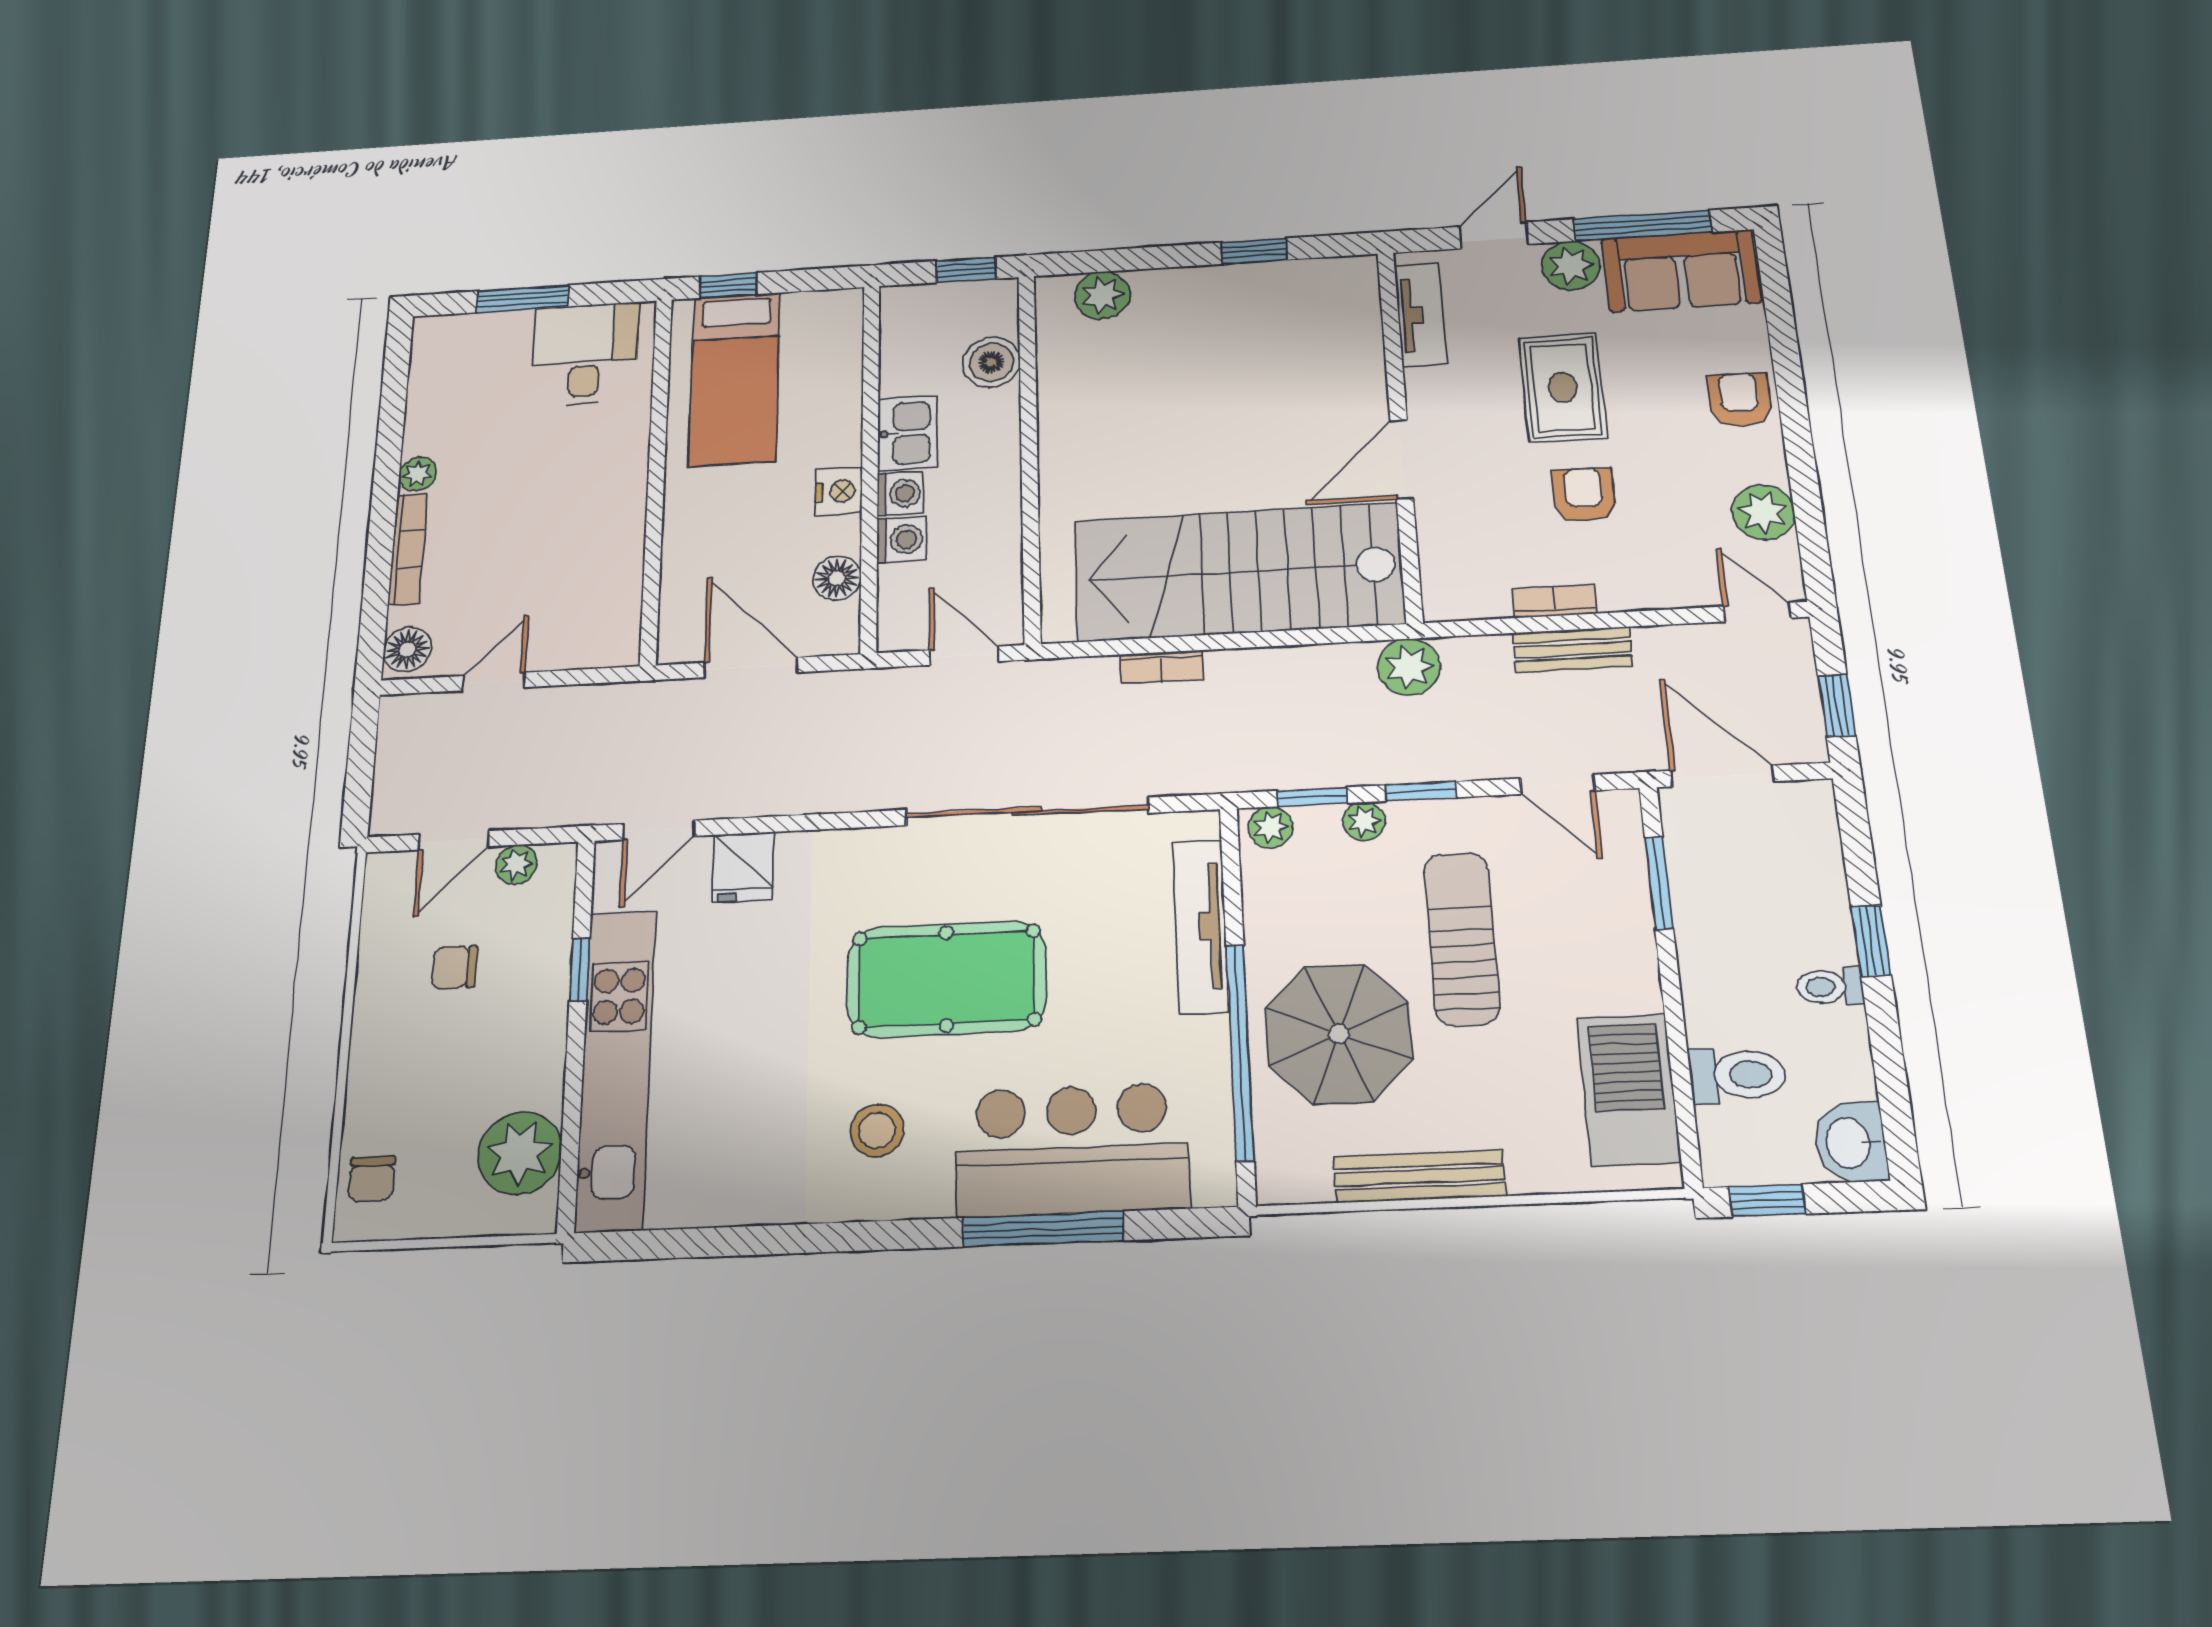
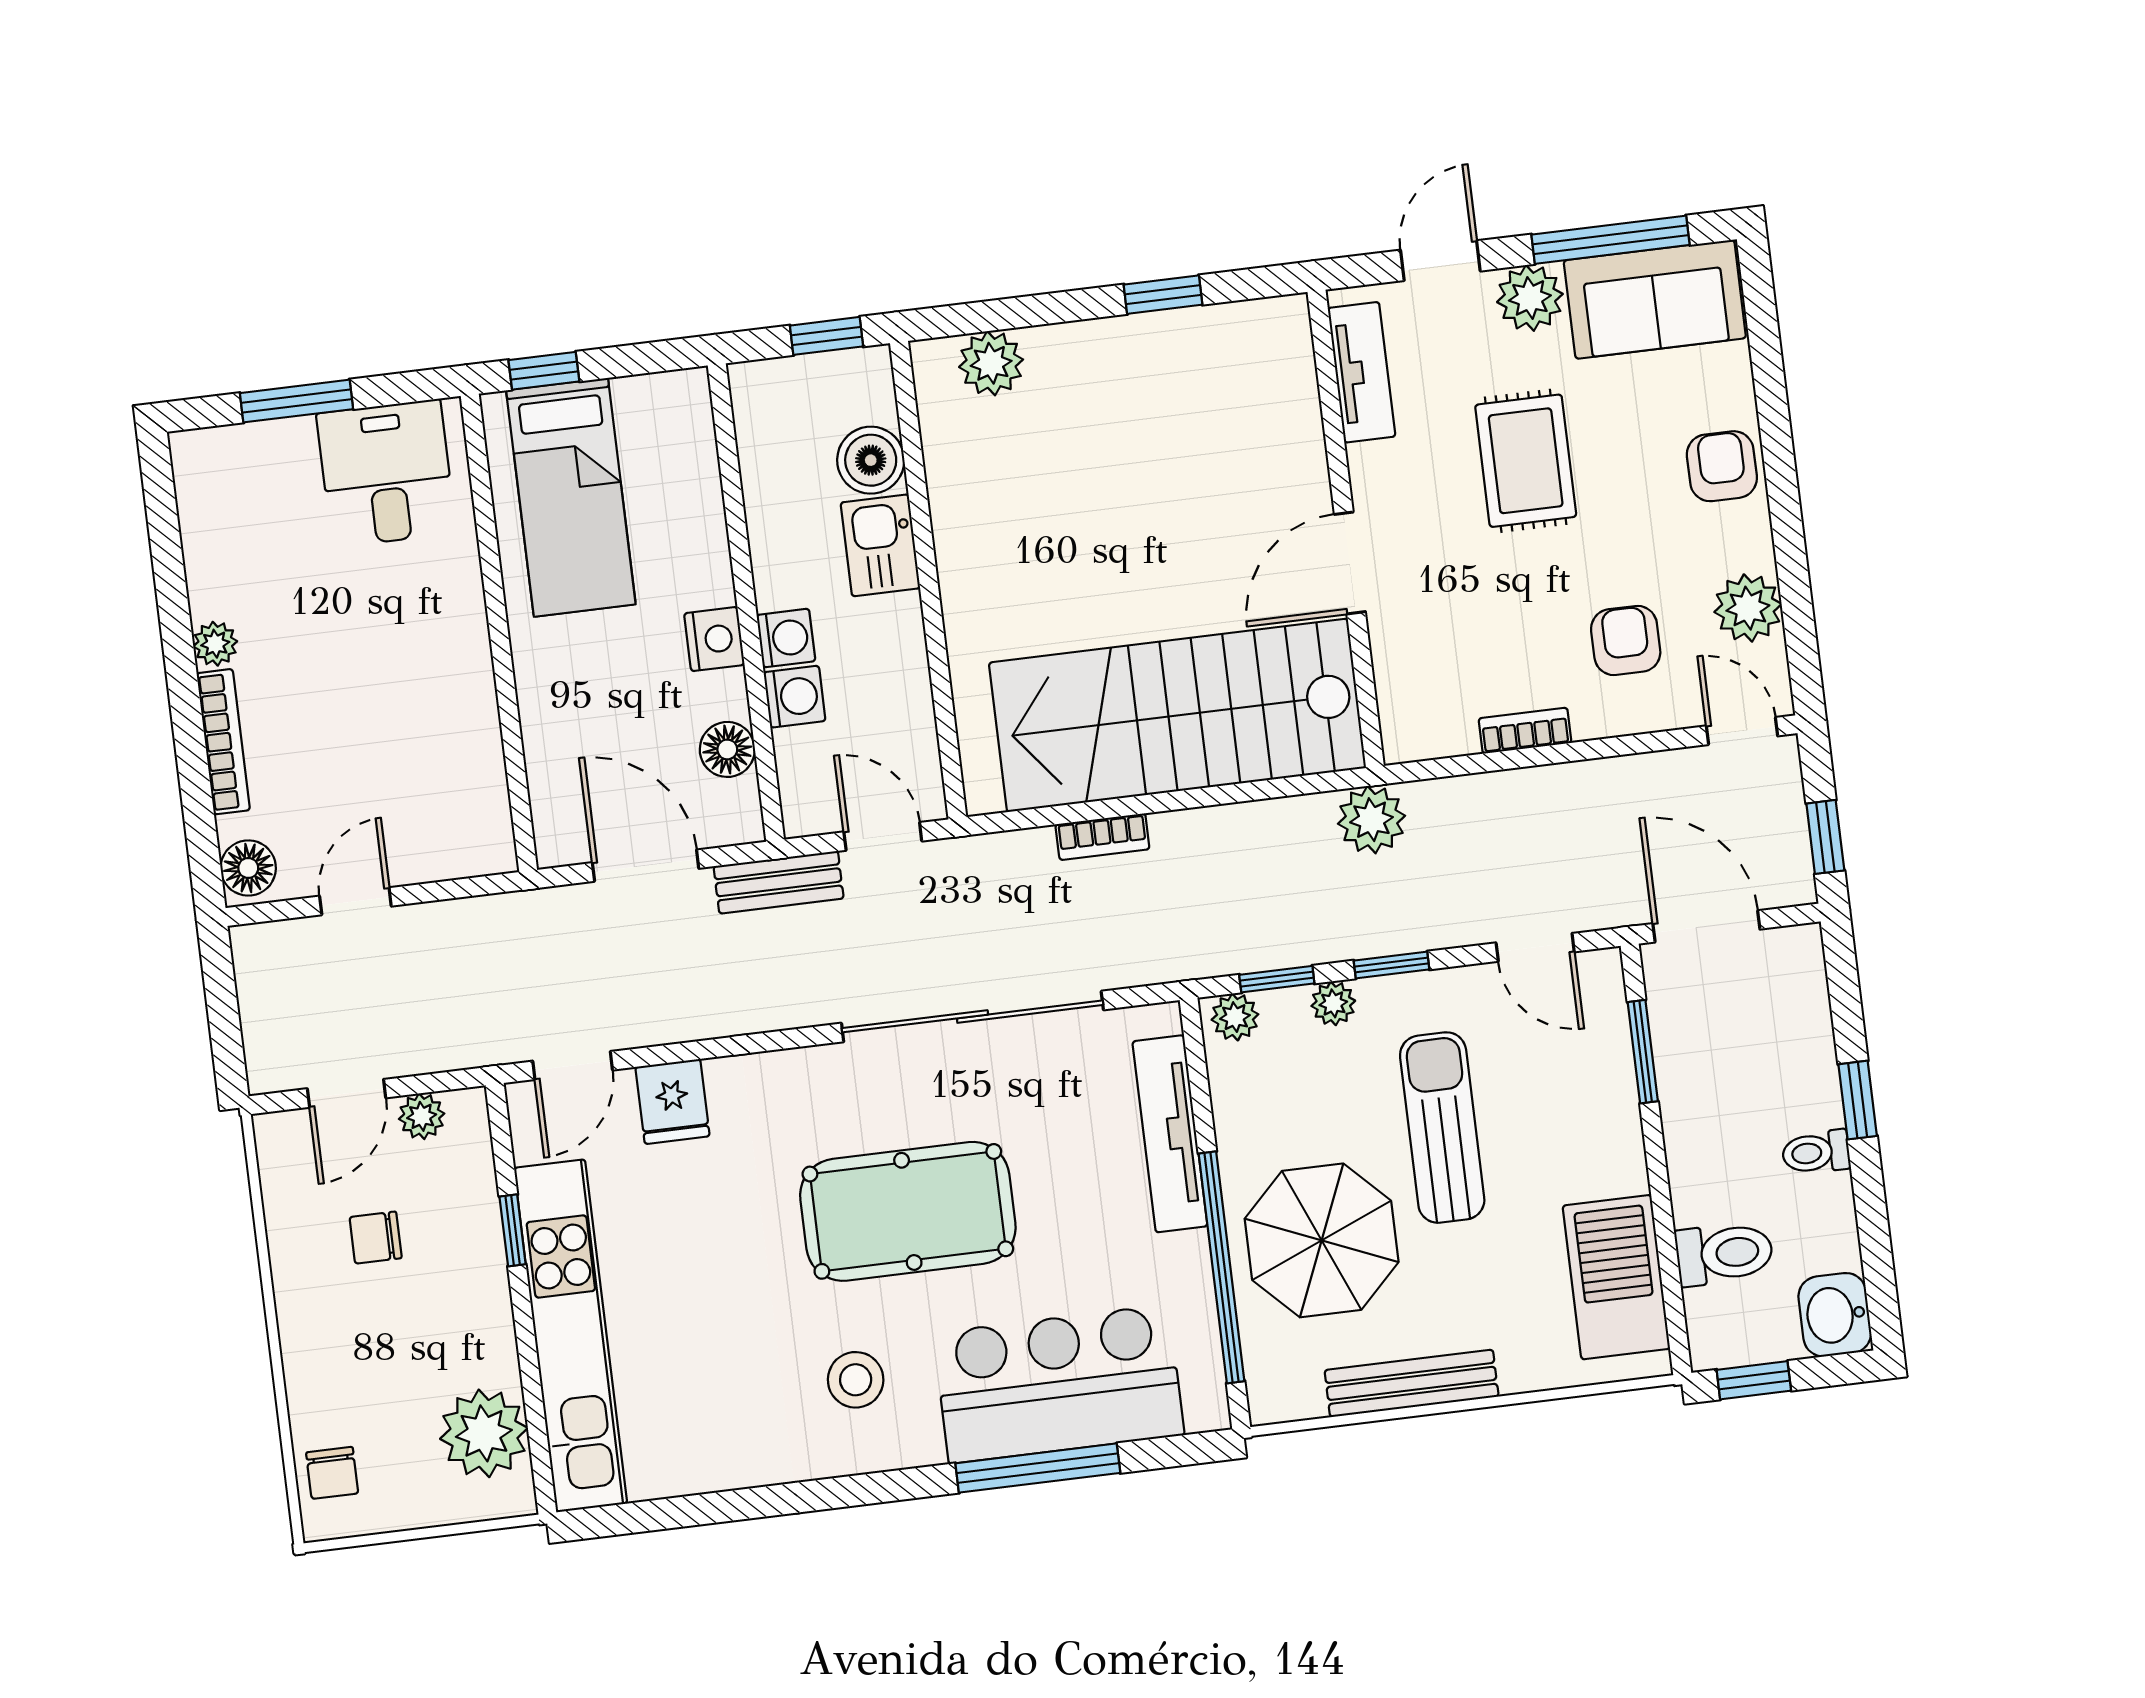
kitchen sink: (907, 433) -> (880, 545), moved, turned 180
armchair: (1584, 495) -> (1626, 640), moved
bench: (1573, 650) -> (779, 882), moved

